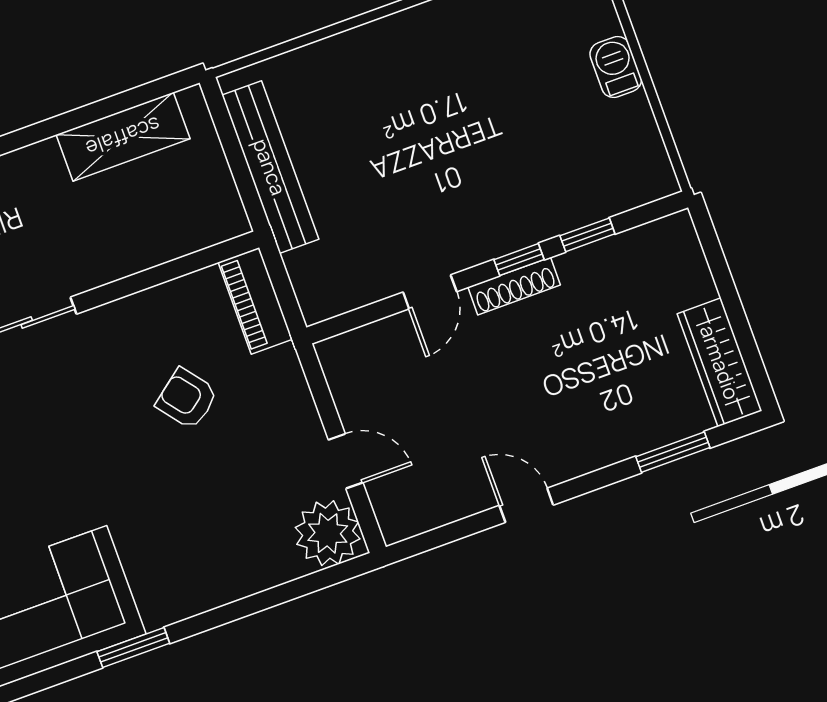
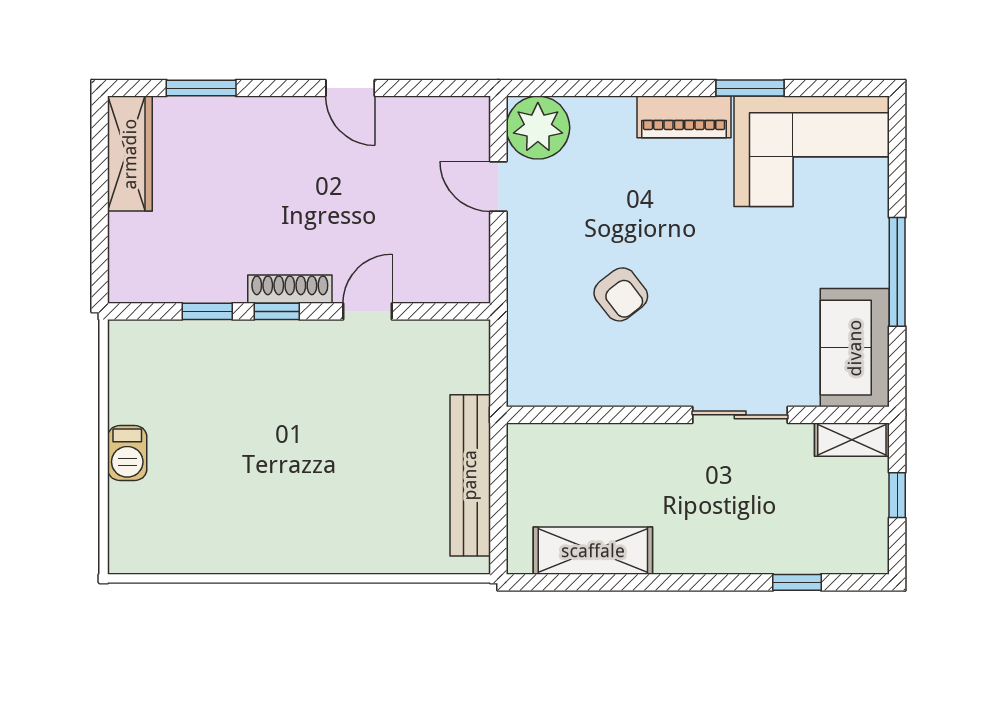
piano: (255, 301) -> (684, 117), moved, turned 90

